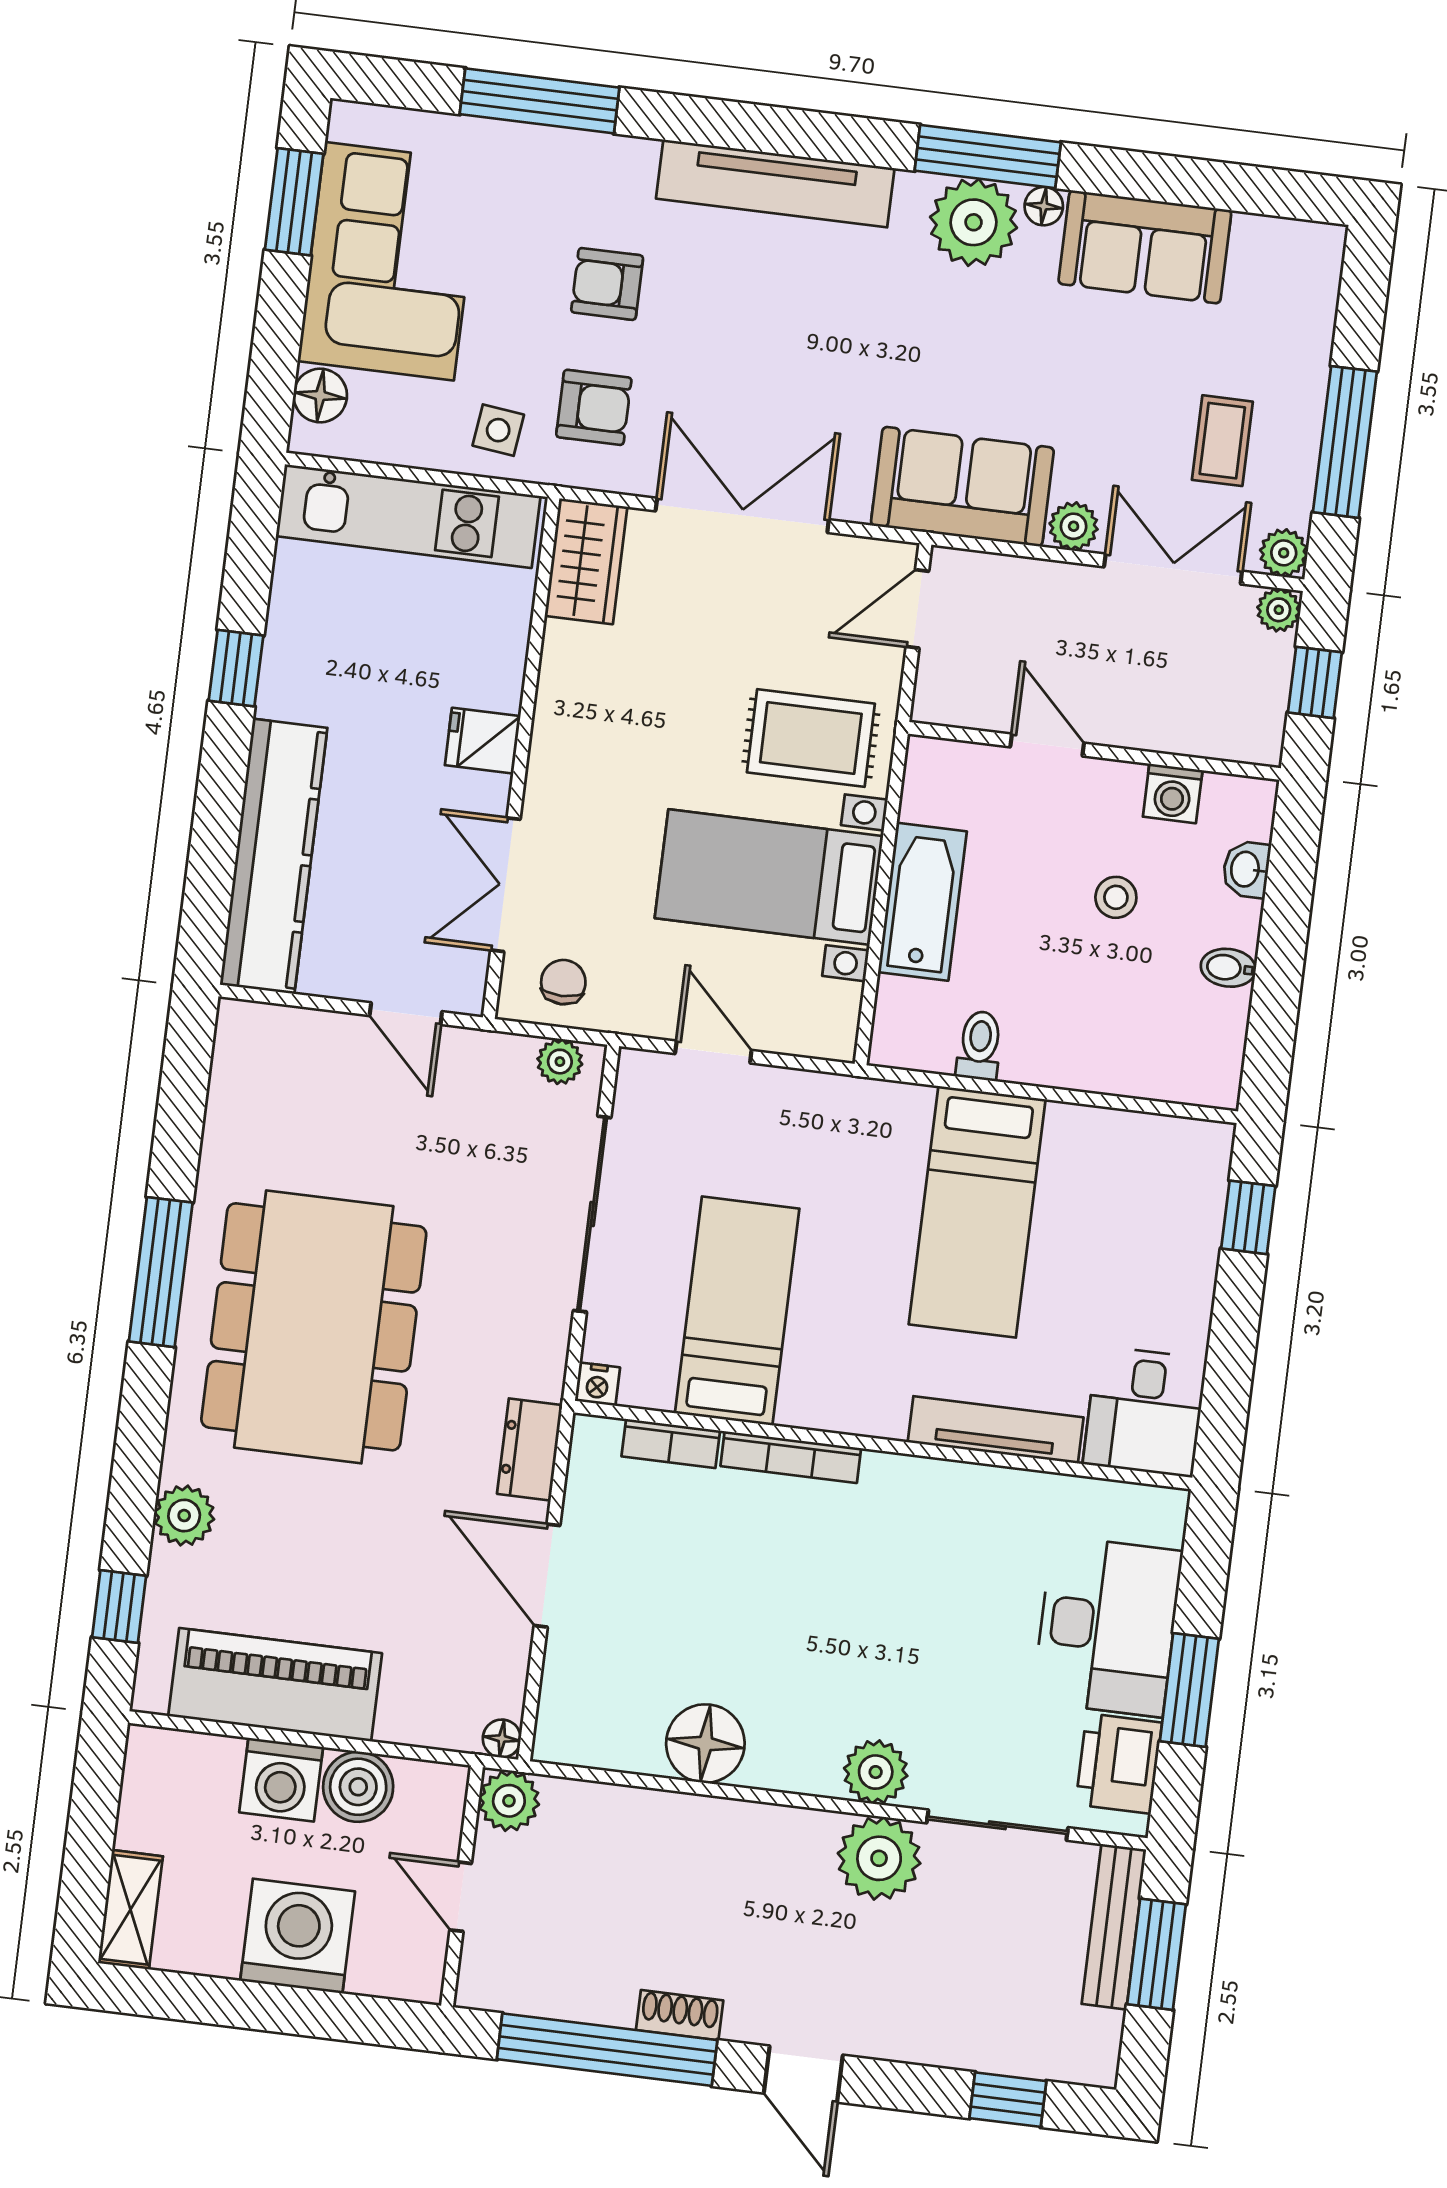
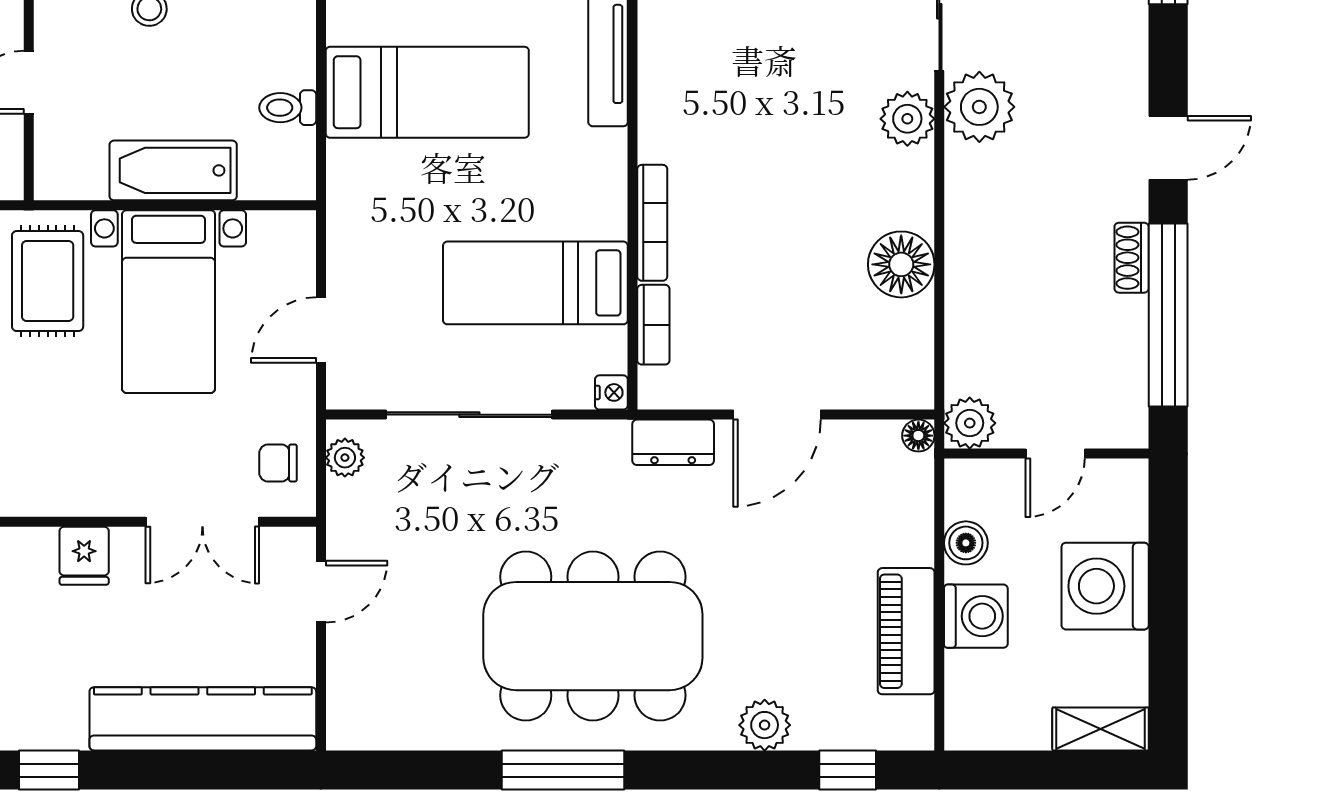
piano: (275, 1685) -> (906, 631), width x0.73, depth x0.75
boiler: (358, 1787) -> (966, 543), width x0.73, depth x0.73

